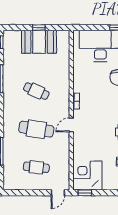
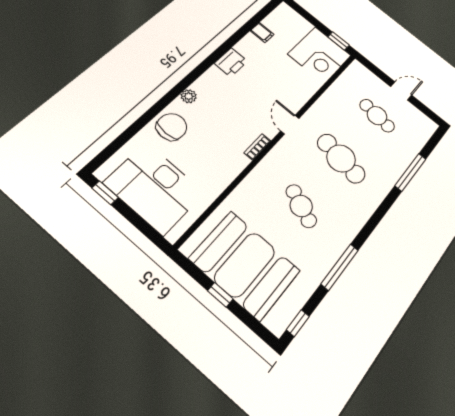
booth: (39, 42) -> (245, 265), width x1.36, depth x1.42
door: (71, 125) -> (290, 125), swing flipped
door: (58, 193) -> (401, 91), moved

